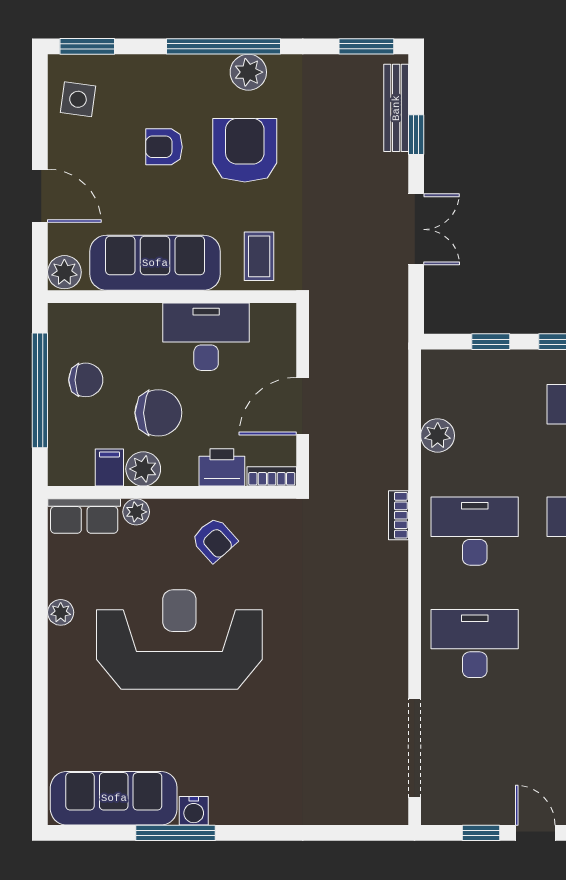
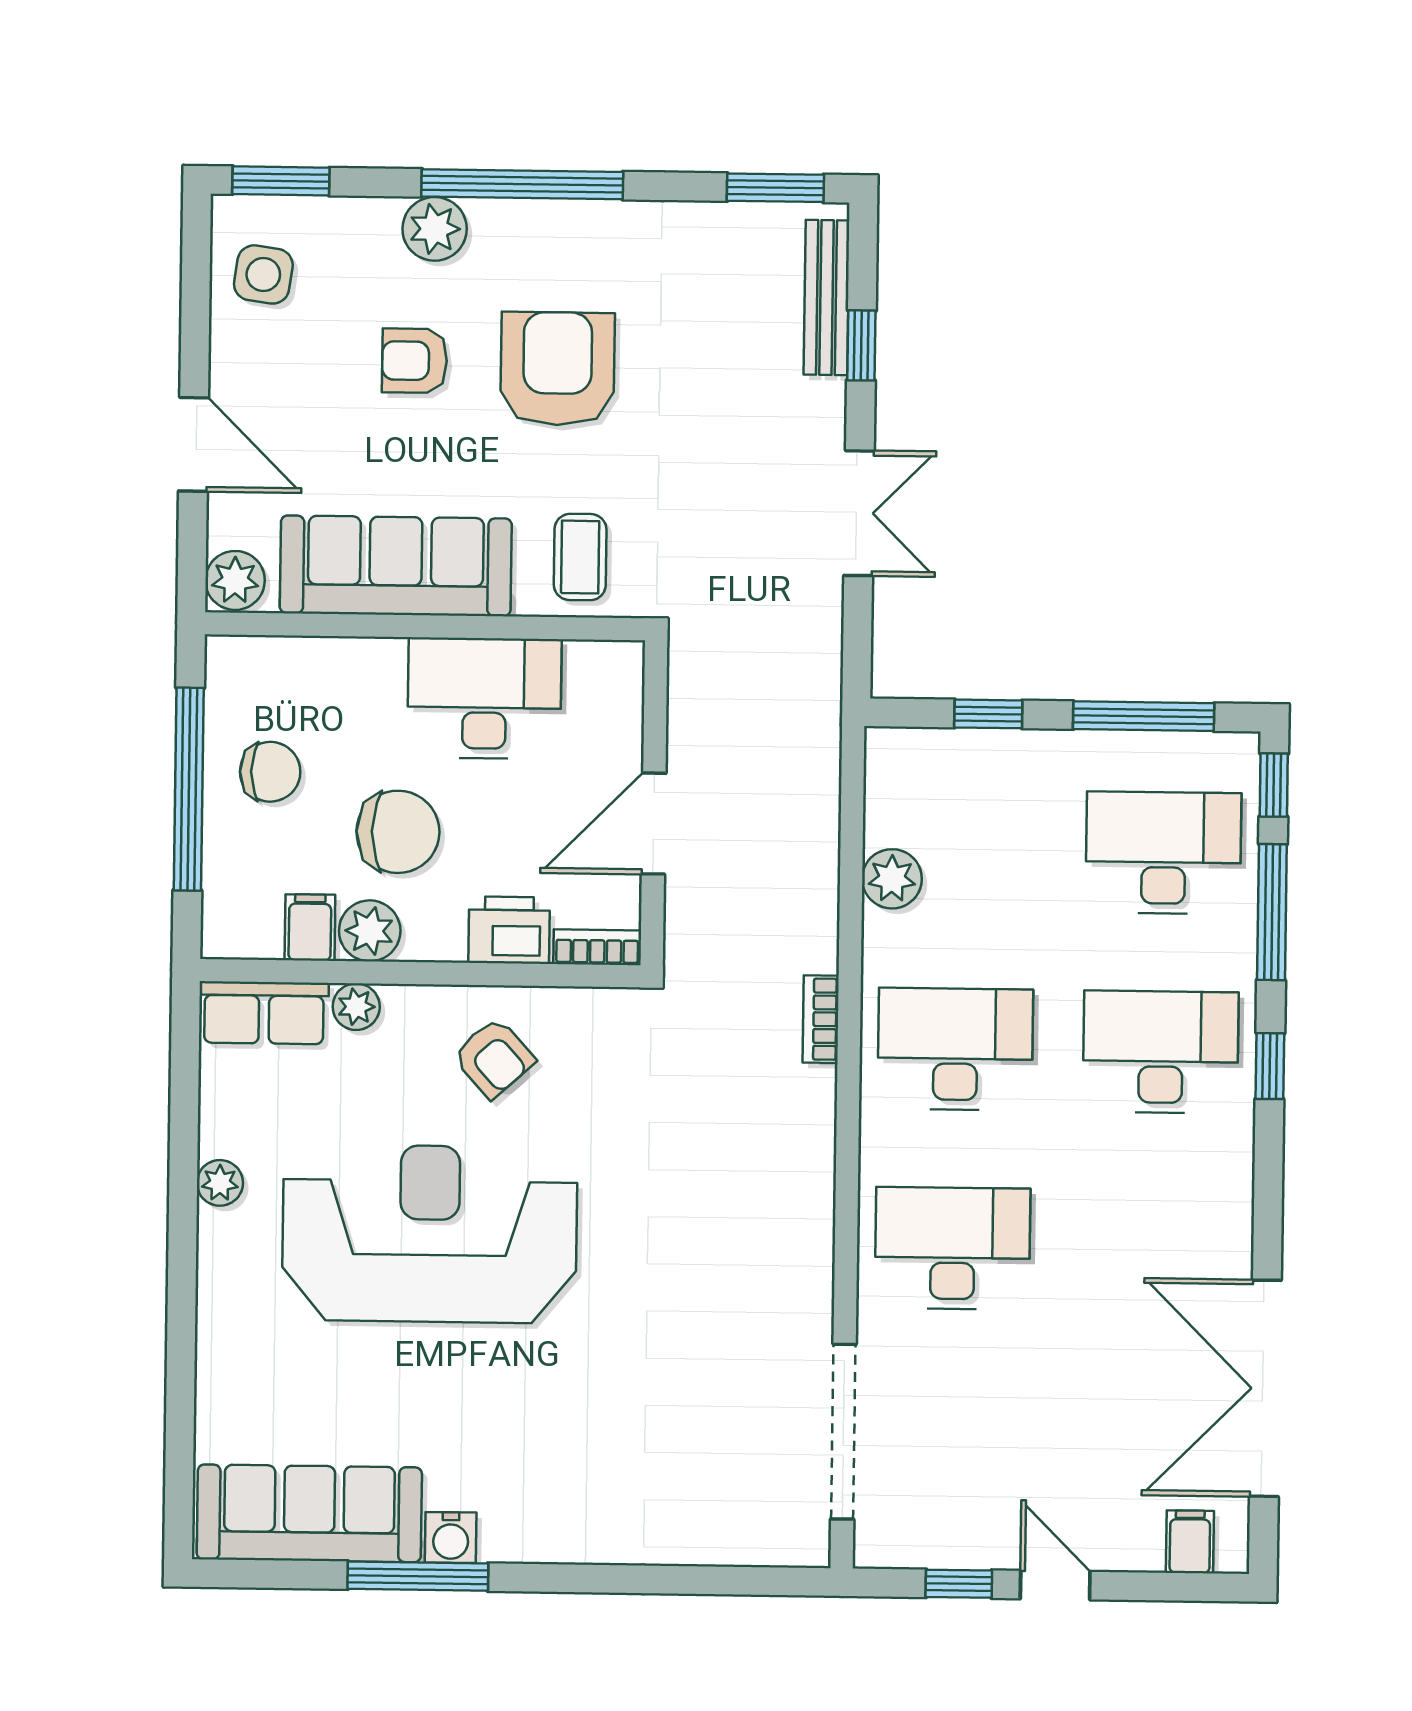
plant: (248, 72) -> (435, 229), moved

